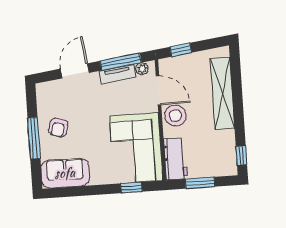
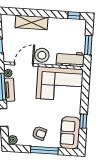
plant: (43, 89) -> (13, 140), added
shelving: (223, 93) -> (31, 22), width x0.68
window: (131, 187) -> (83, 121), moved

